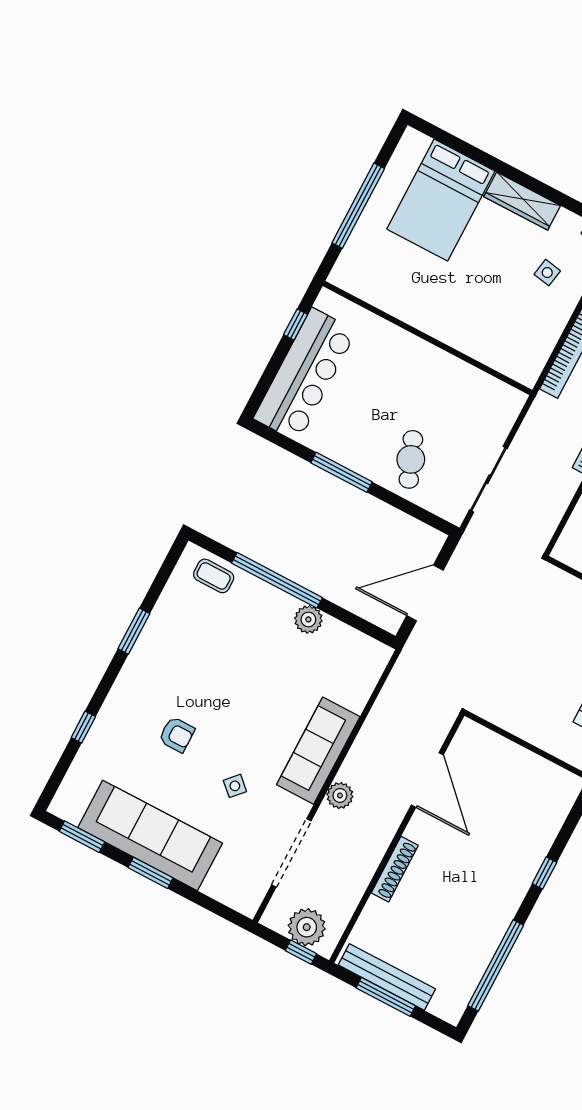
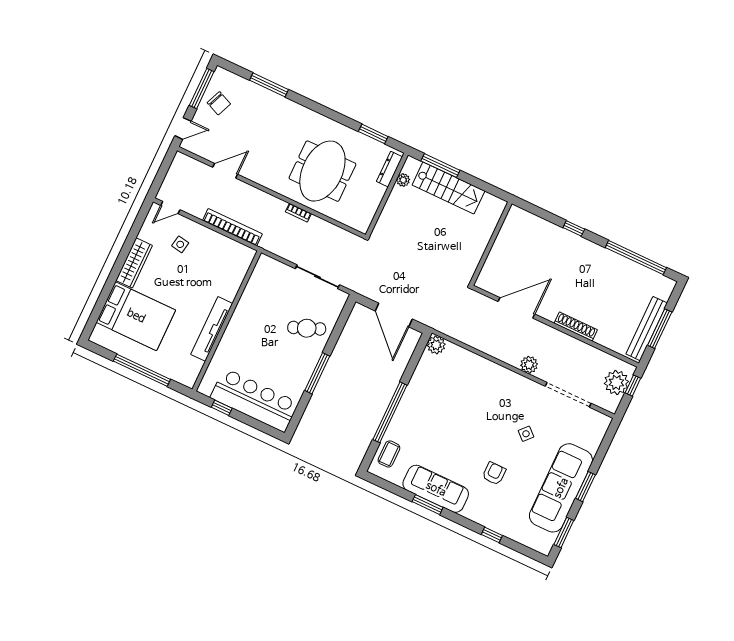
tv unit: (416, 315) -> (212, 329), added
plant: (308, 619) -> (436, 345), moved
sofa: (318, 751) -> (436, 489), moved, turned 180

